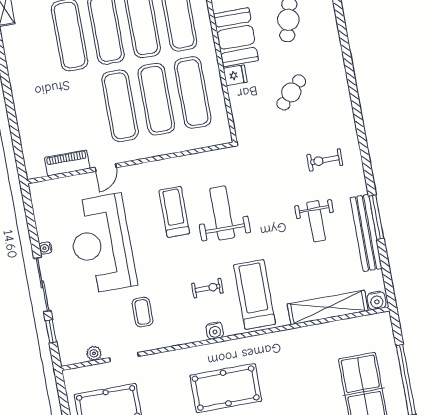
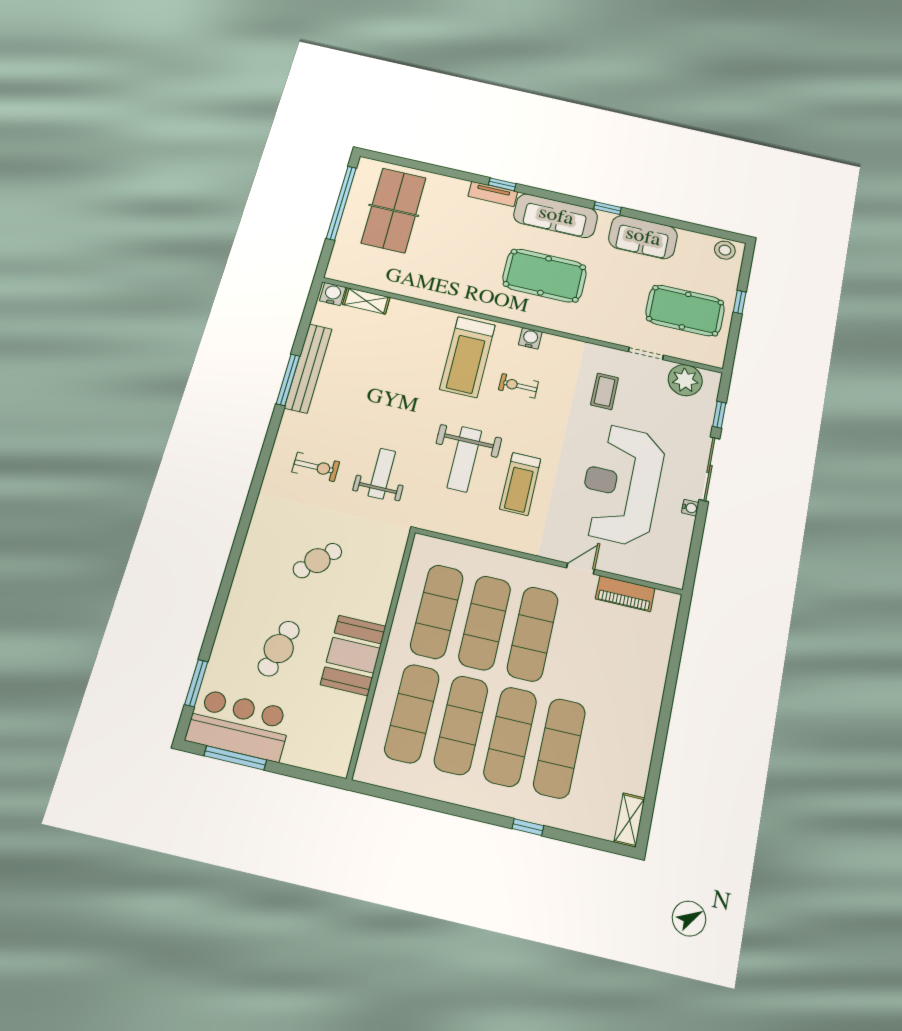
fridge: (235, 75) -> (376, 610), removed
weight bench: (316, 221) -> (382, 474), moved
reception desk: (102, 244) -> (621, 485), turned 180
shelving: (328, 307) -> (366, 301), width x0.45, depth x0.75
plant: (94, 353) -> (685, 380), width x1.87, depth x1.87

